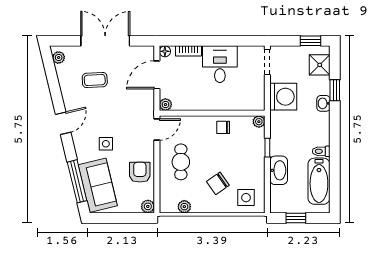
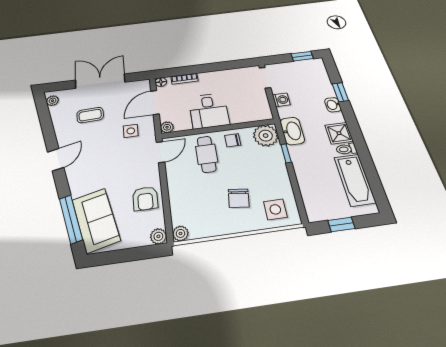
desk: (220, 64) -> (209, 111), moved, turned 180
shower: (320, 65) -> (339, 133), moved
washing machine: (283, 97) -> (281, 100), width x0.53, depth x0.53
plant: (259, 122) -> (266, 136), width x1.88, depth x1.88
side table: (106, 144) -> (131, 131), moved
cafe table: (181, 162) -> (207, 154), moved
washbasin: (279, 170) -> (292, 131), moved
armchair: (140, 172) -> (145, 198), turned 180
chair: (218, 183) -> (239, 198), turned -48
plant: (184, 207) -> (180, 233), moved

